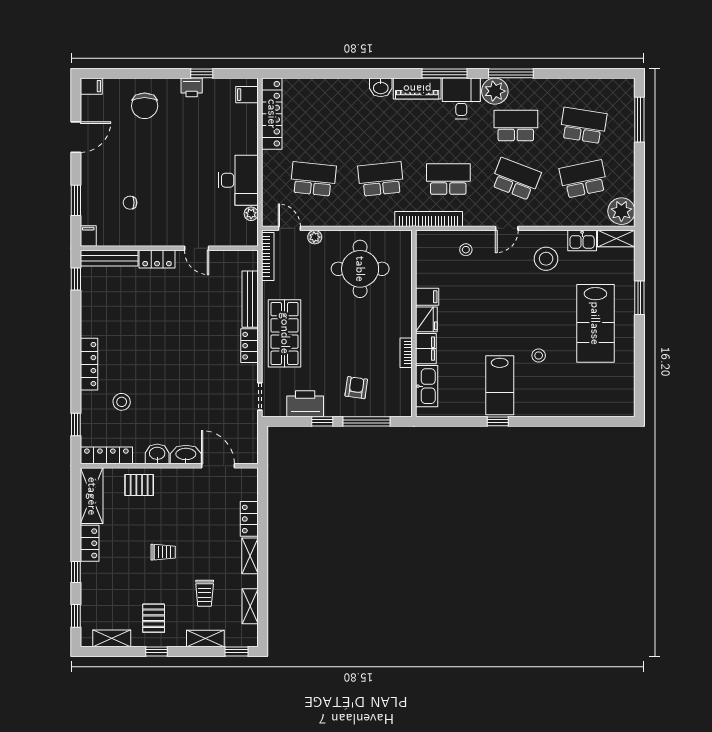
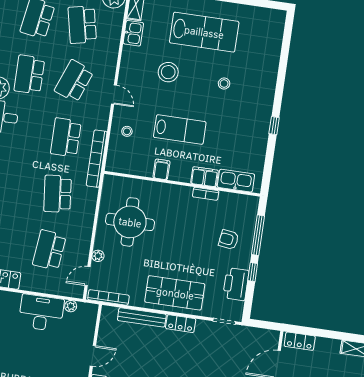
stool: (546, 259) -> (168, 72), moved
fridge: (426, 319) -> (180, 173), removed
lab bench: (500, 385) -> (180, 130), moved
locker: (249, 519) -> (300, 341), moved

